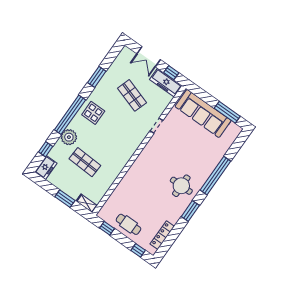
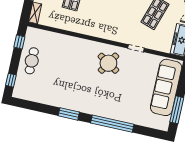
round table: (181, 186) -> (108, 63), moved, turned 32
locker: (162, 235) -> (35, 97), removed

